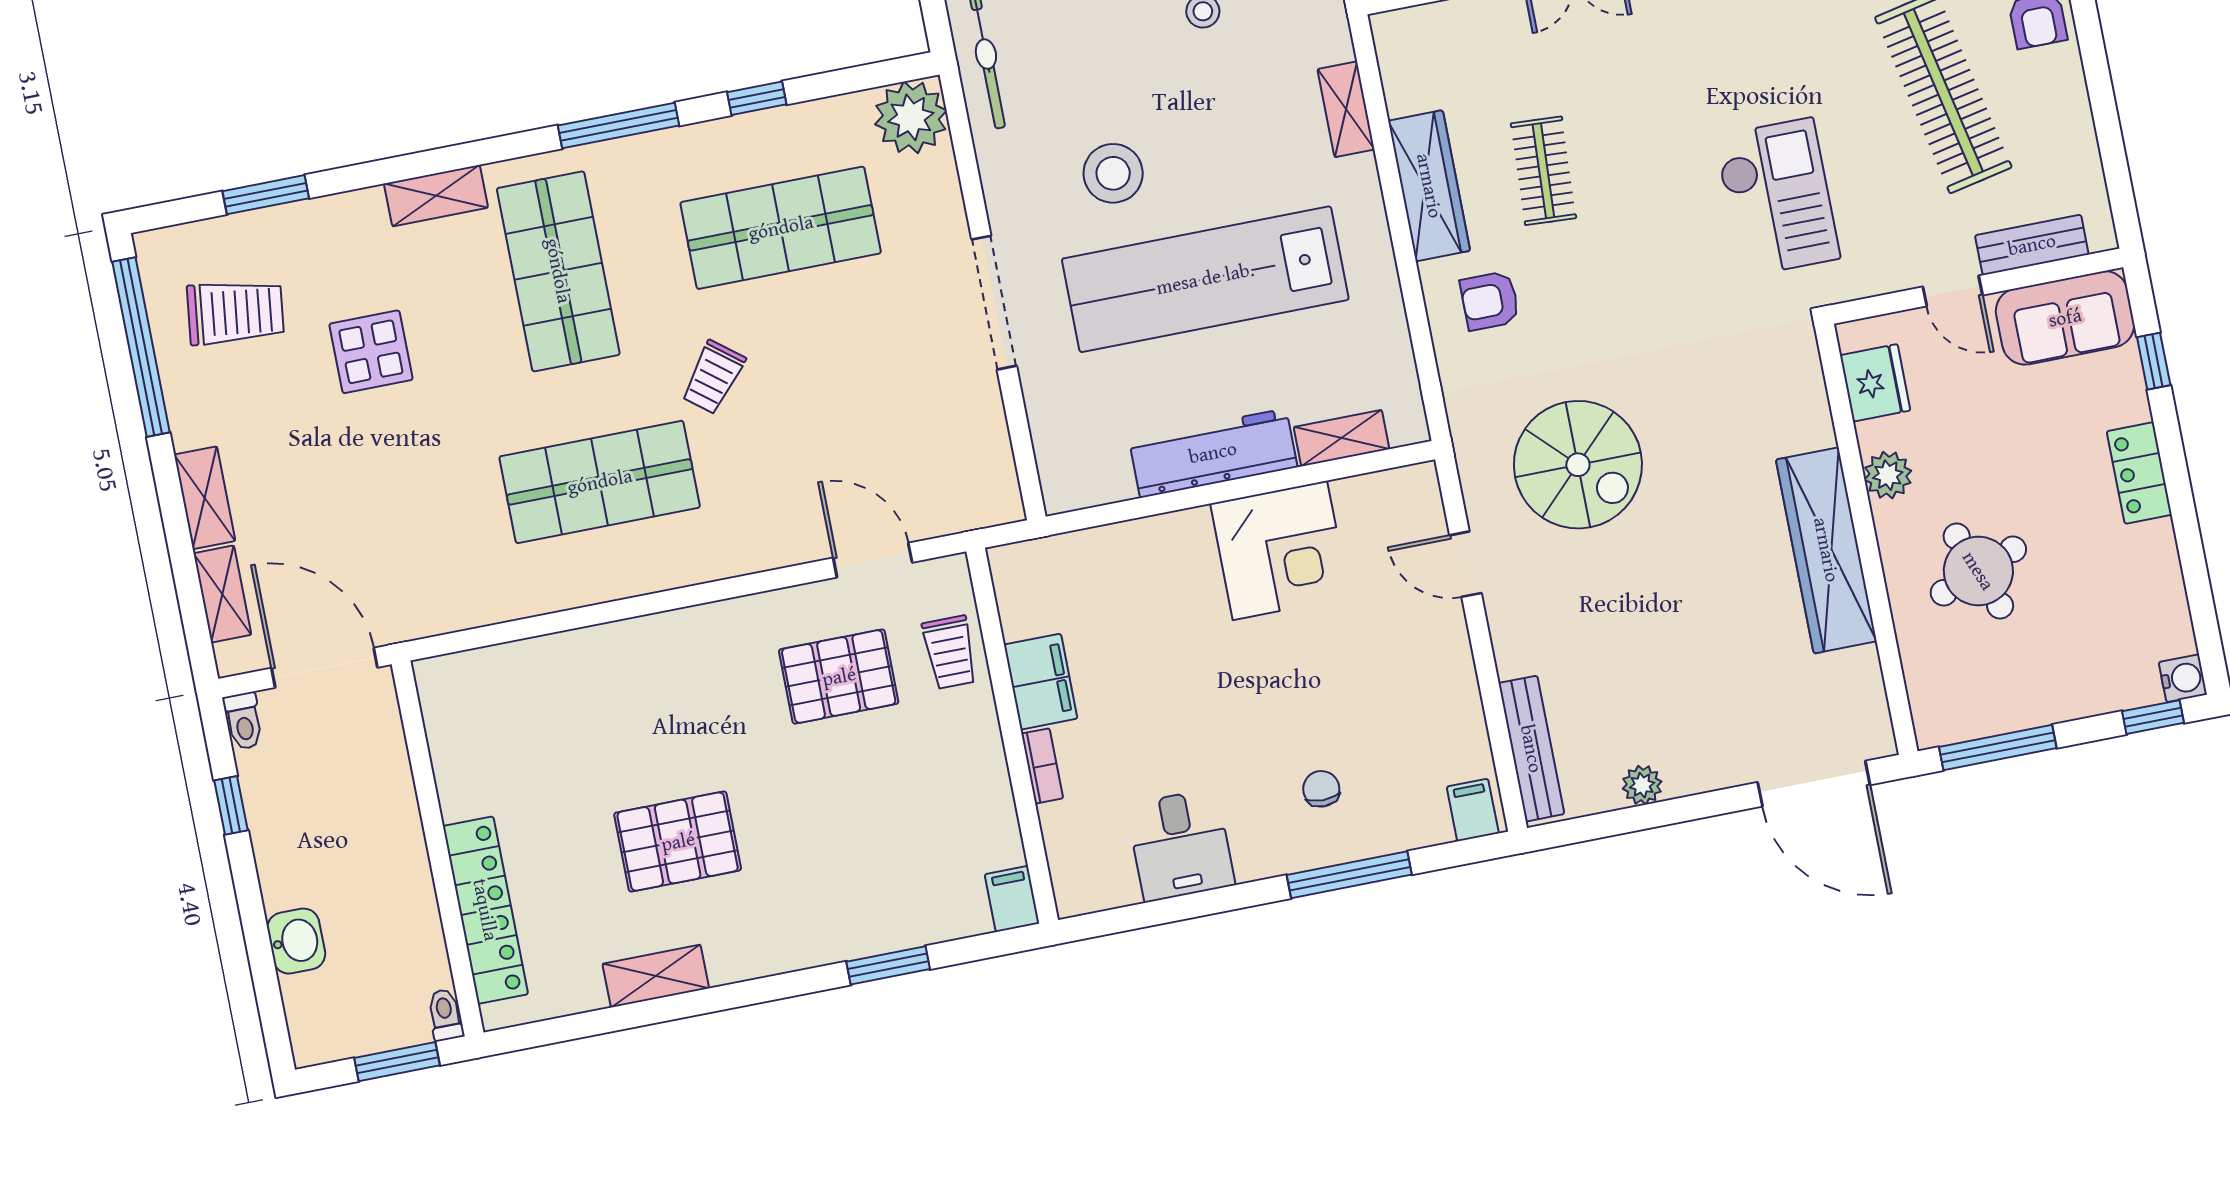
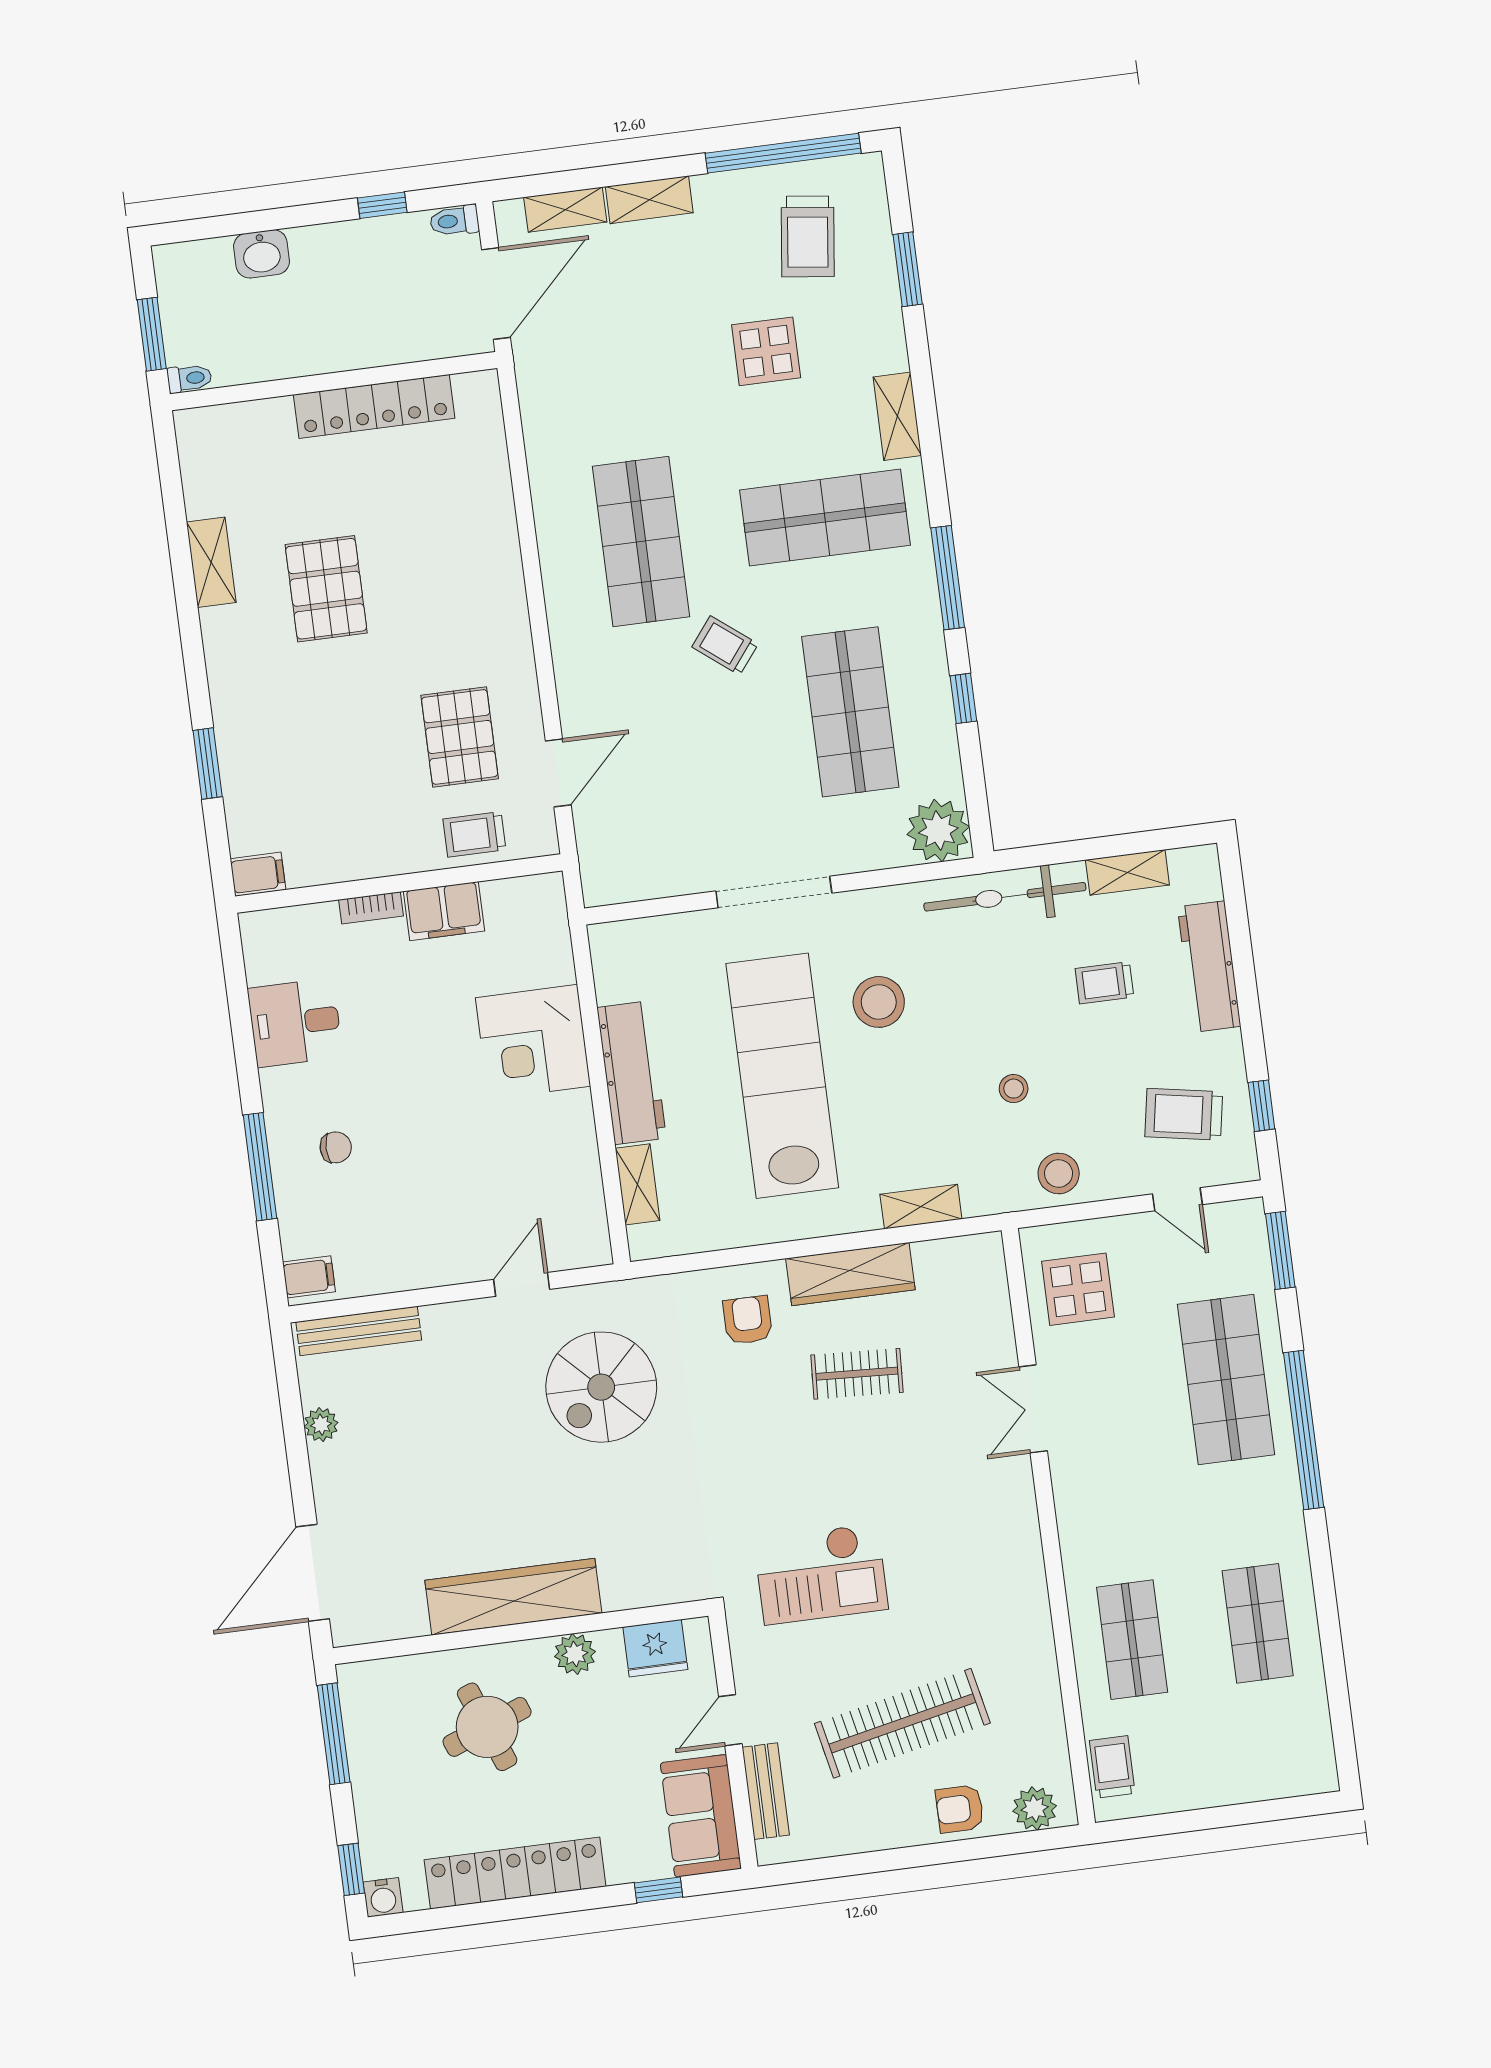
locker: (2139, 473) -> (515, 1873), width x2.16, depth x1.21
corner desk: (1280, 550) -> (533, 1042), moved
locker: (485, 910) -> (374, 406), moved

